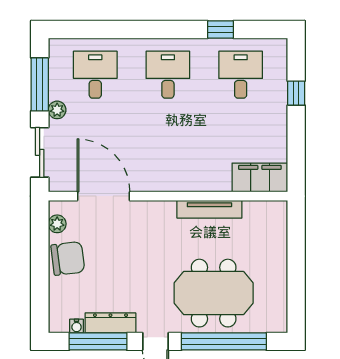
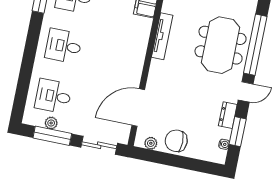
plant: (57, 110) -> (51, 123), moved
chair: (68, 258) -> (176, 141), turned -83
dresser: (110, 323) -> (228, 115), width x0.70
window: (98, 341) -> (238, 132), width x0.69

